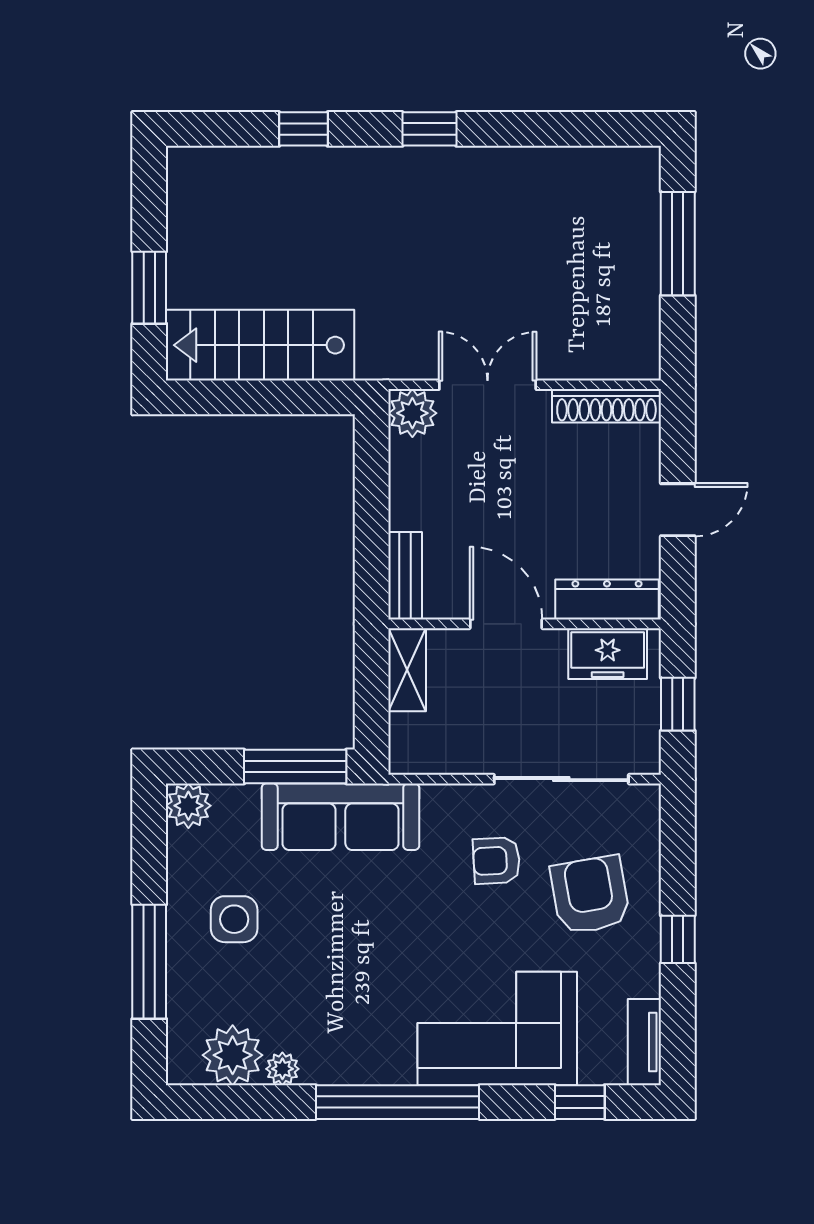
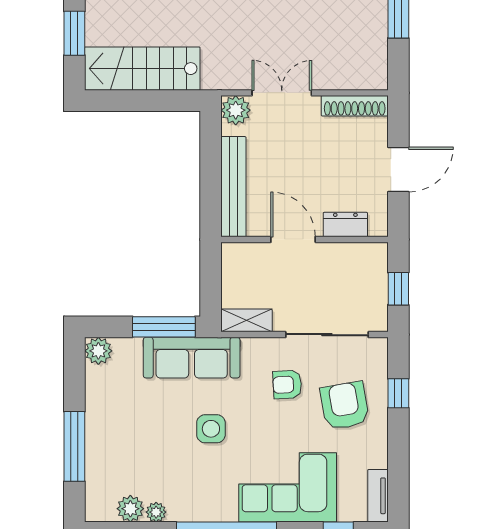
door: (678, 510) -> (398, 170), width x1.38
bench: (405, 576) -> (233, 187), width x1.86, depth x1.21
dresser: (607, 600) -> (345, 224), width x0.70
freezer: (608, 654) -> (355, 258), removed
shelving: (407, 670) -> (246, 320), moved, turned 90
side table: (234, 919) -> (211, 429), moved
window: (678, 939) -> (398, 393), moved
plant: (233, 1055) -> (130, 509), width x0.73, depth x0.73

